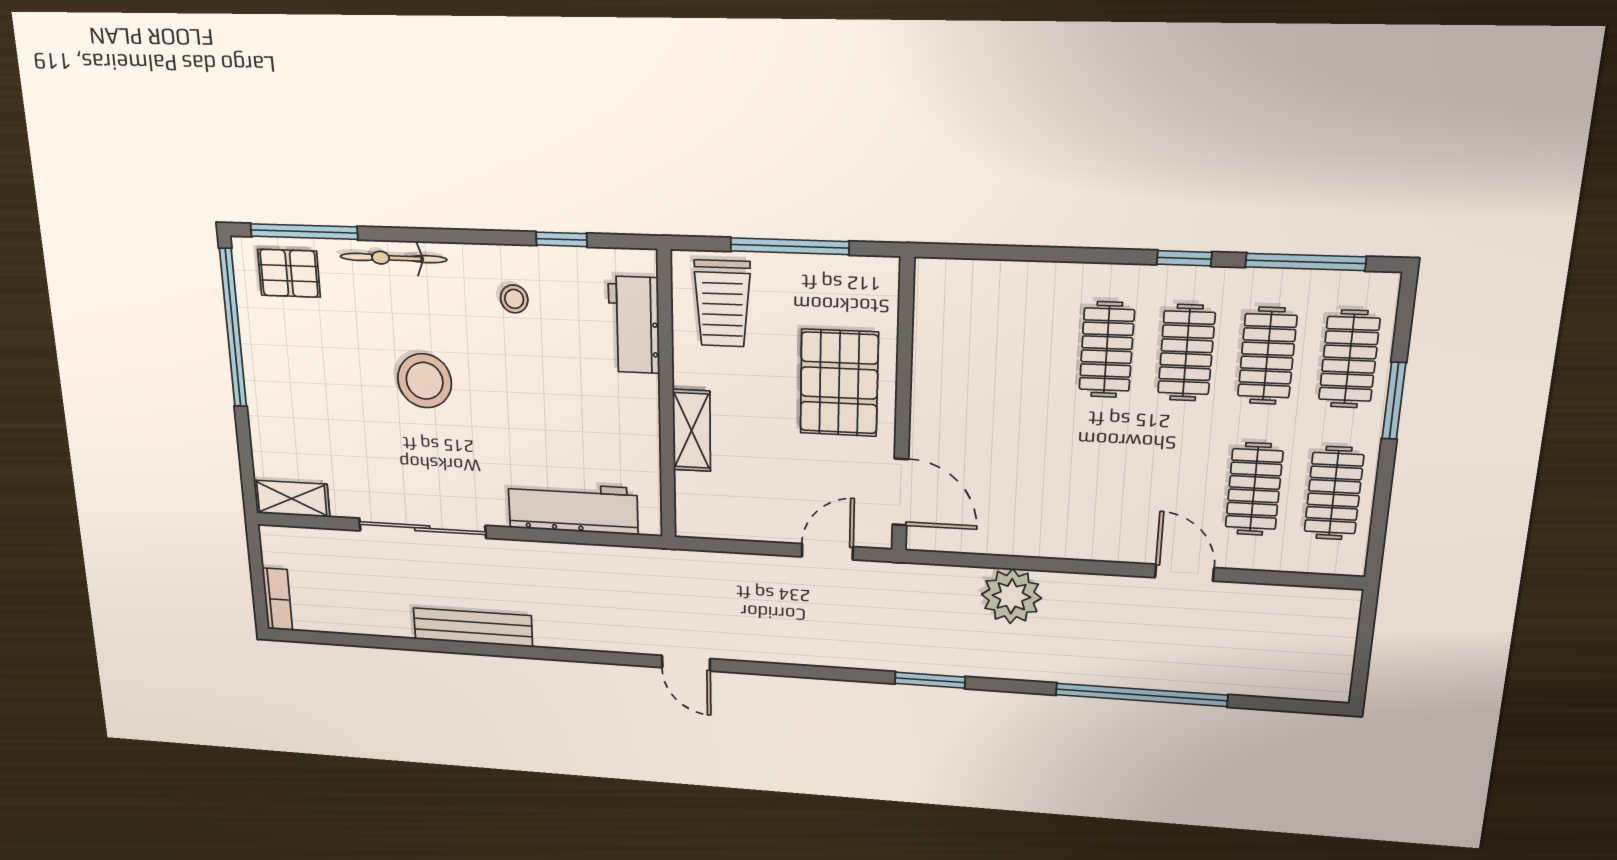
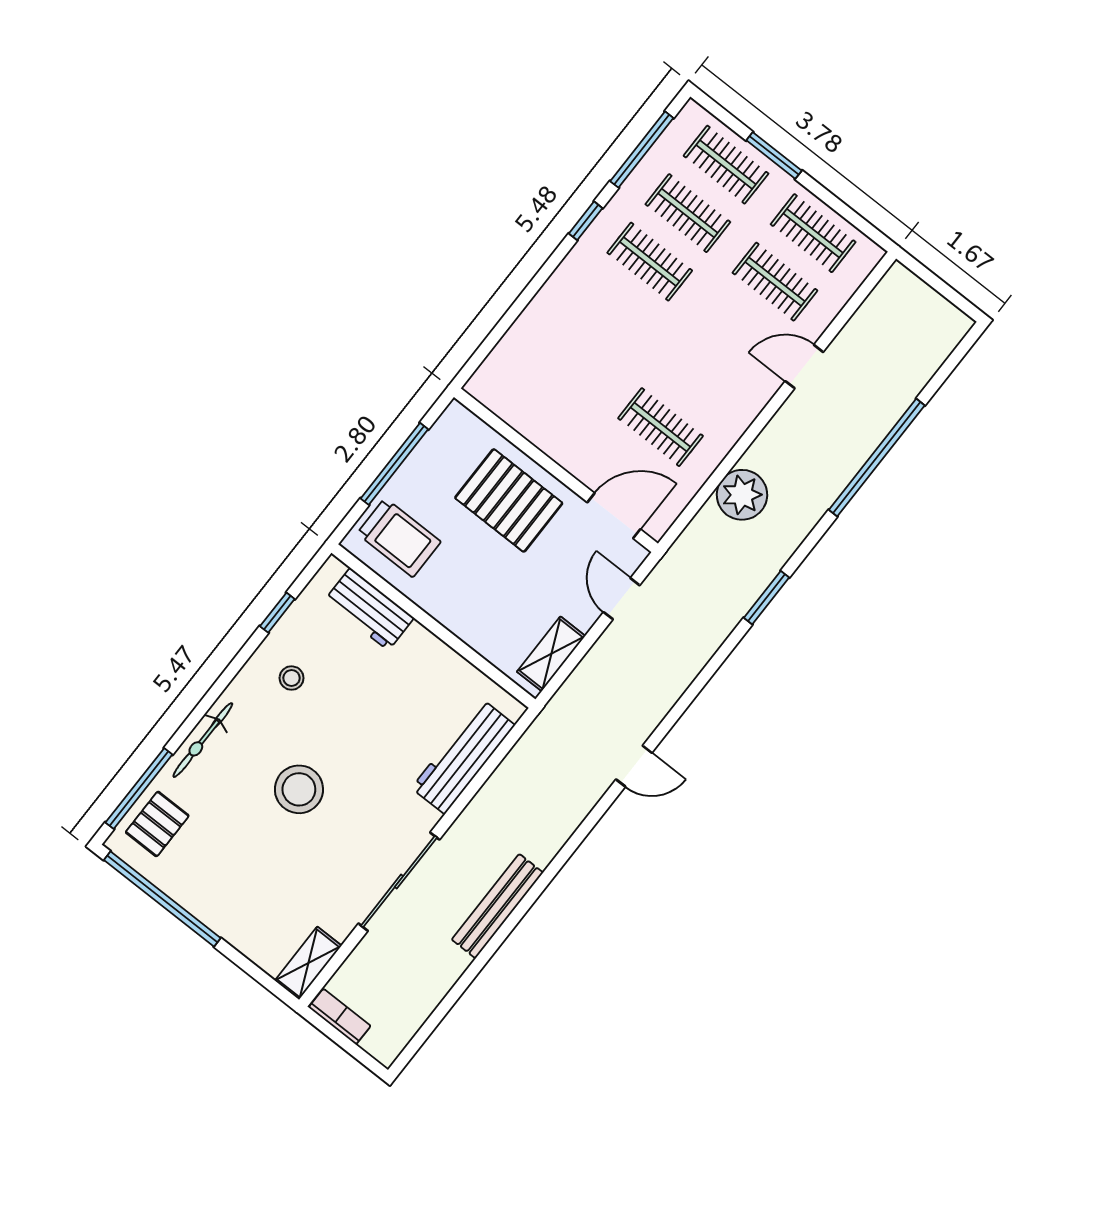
clothes rail: (1107, 350) -> (661, 427), moved
shelving: (692, 430) -> (551, 654), moved, turned 90
bookcase: (277, 599) -> (340, 1017), moved

